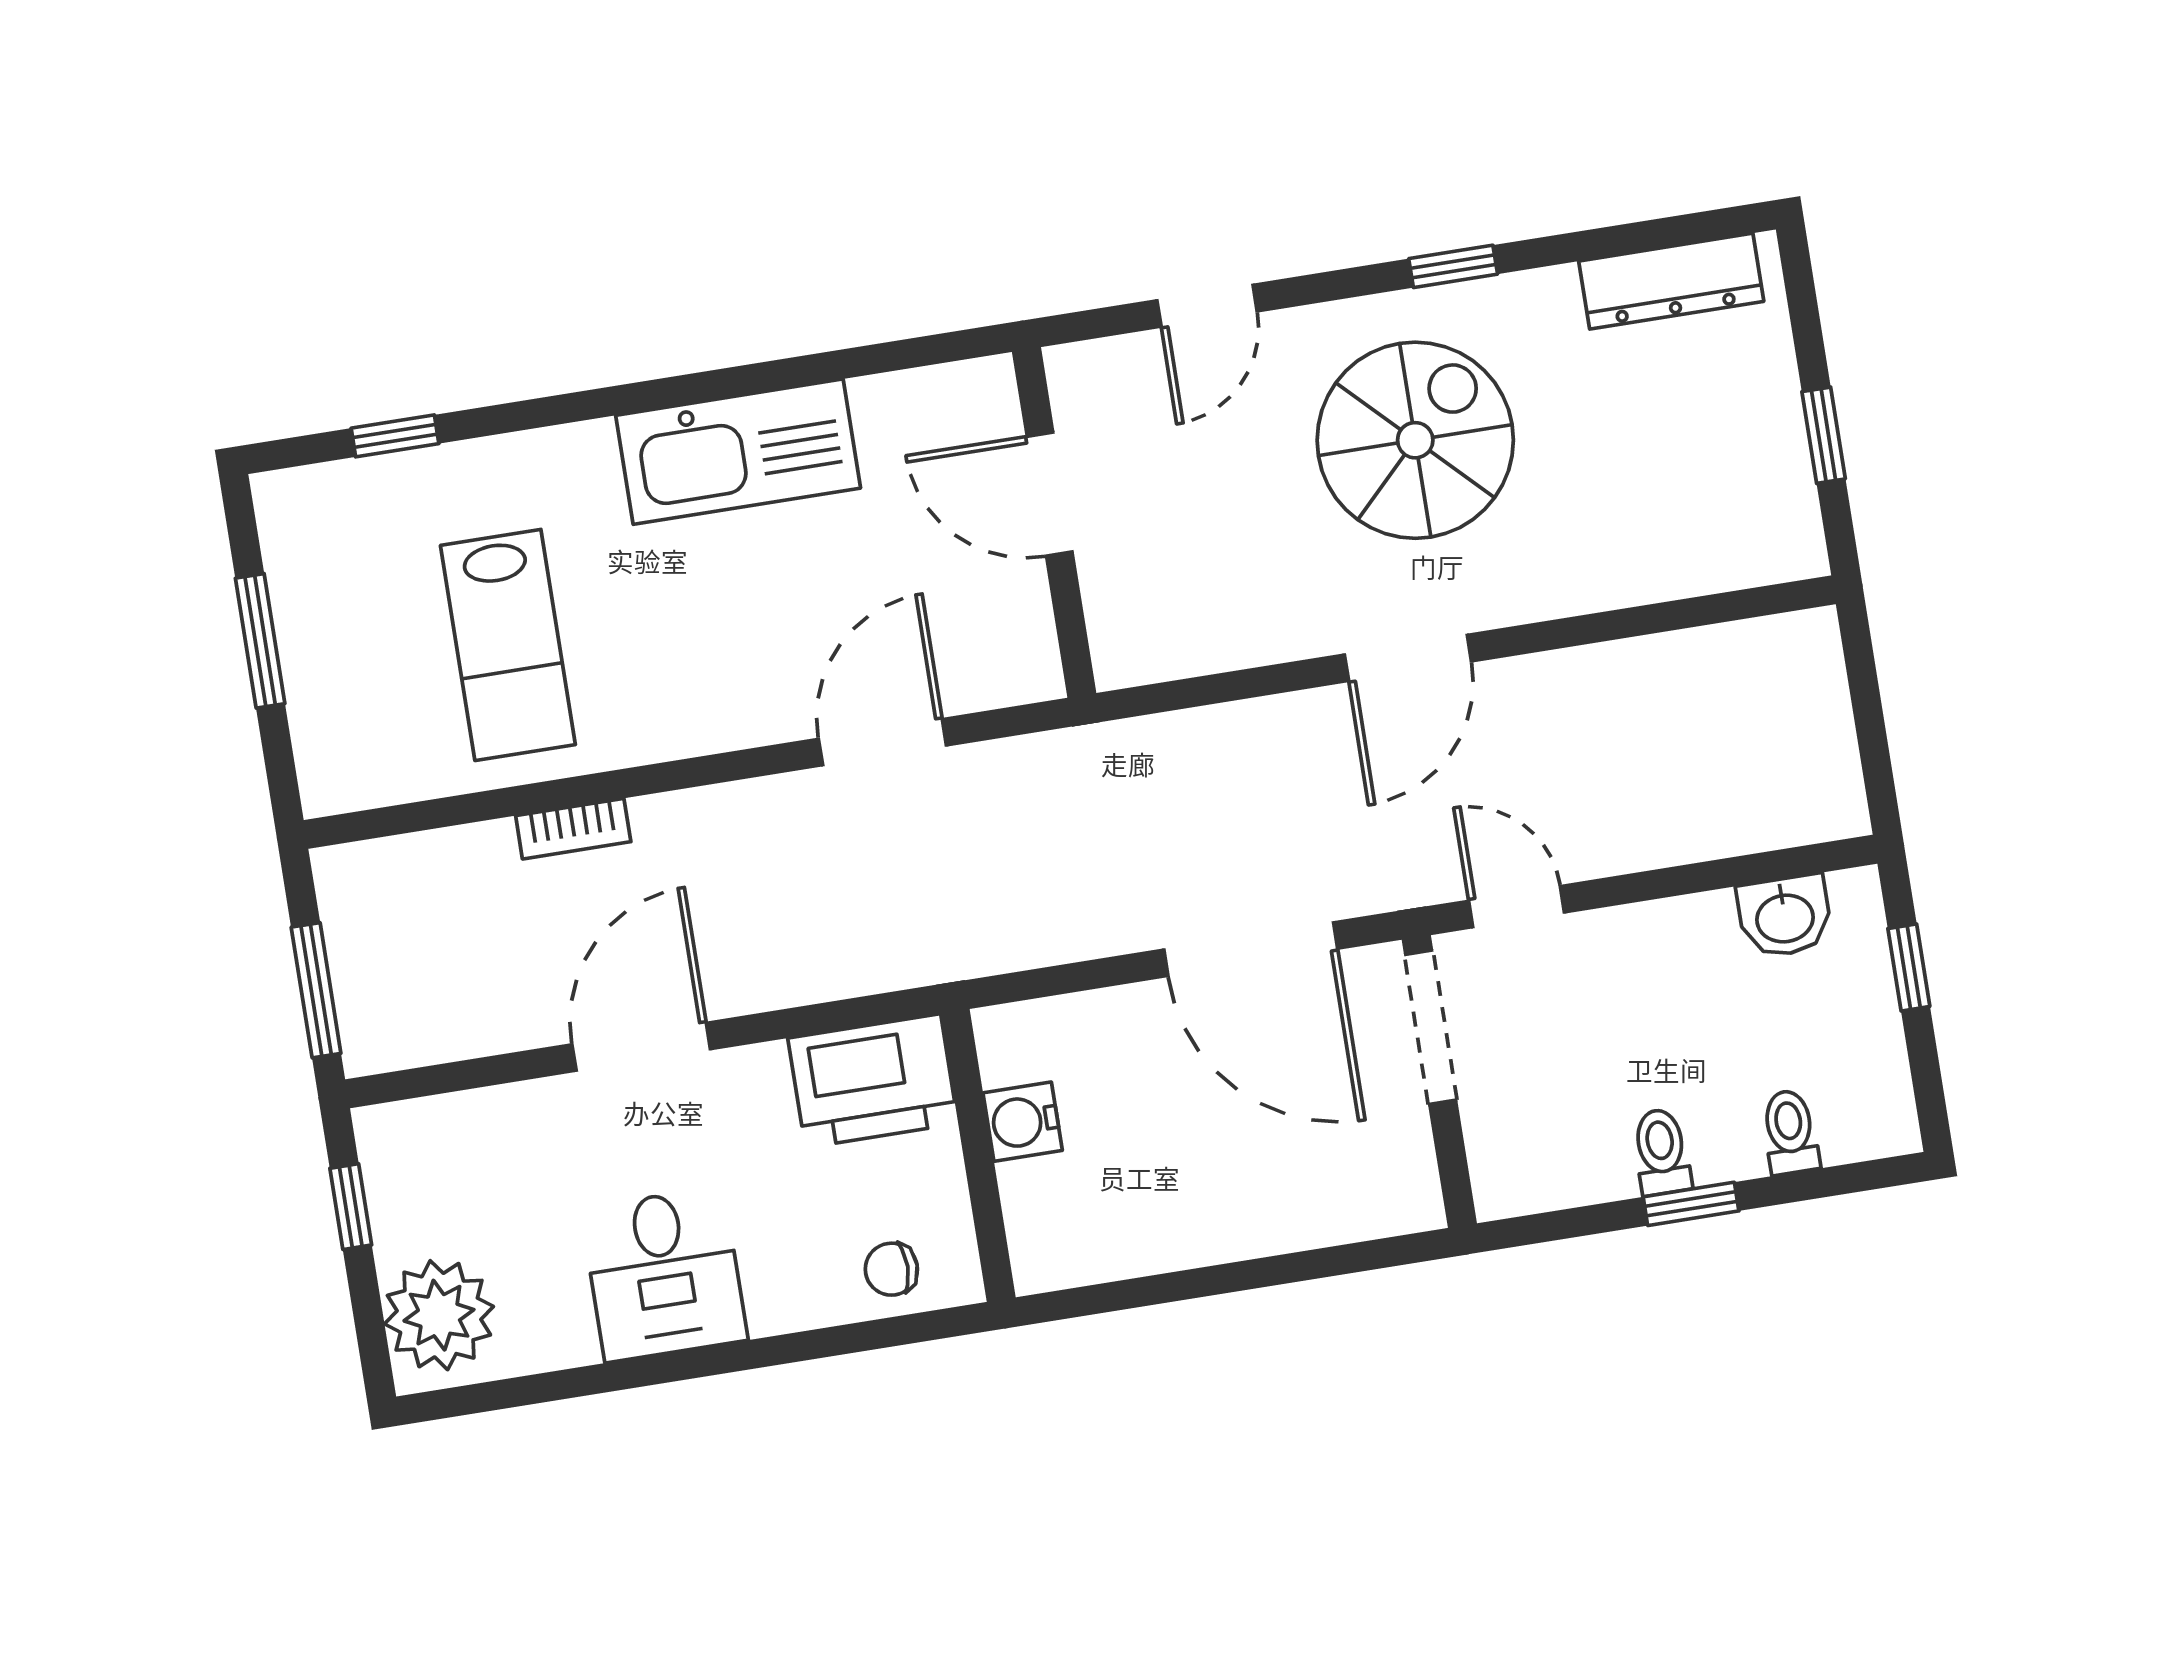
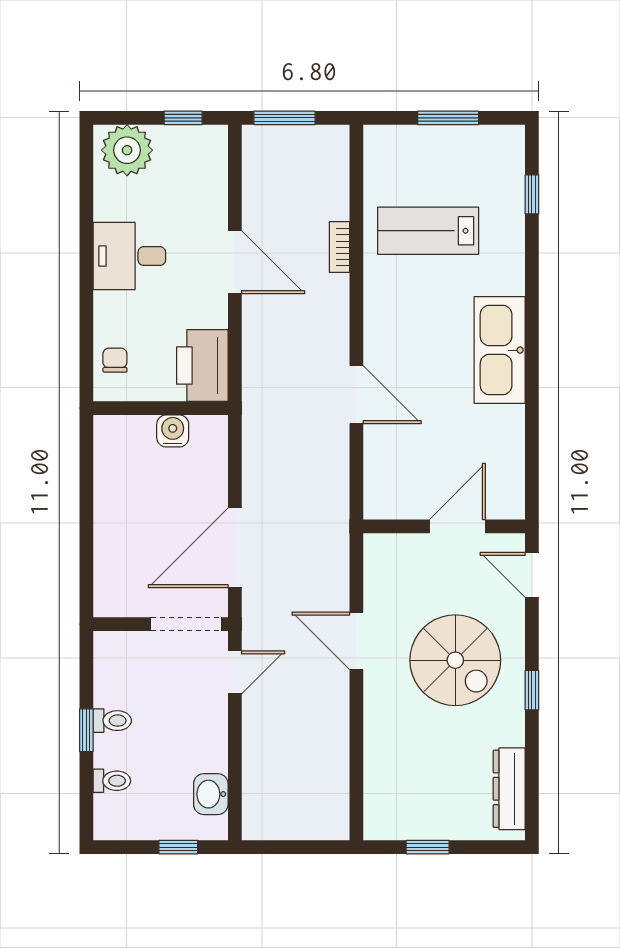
door: (1050, 494) -> (457, 526), moved
wall: (1054, 522) -> (444, 526), moved

